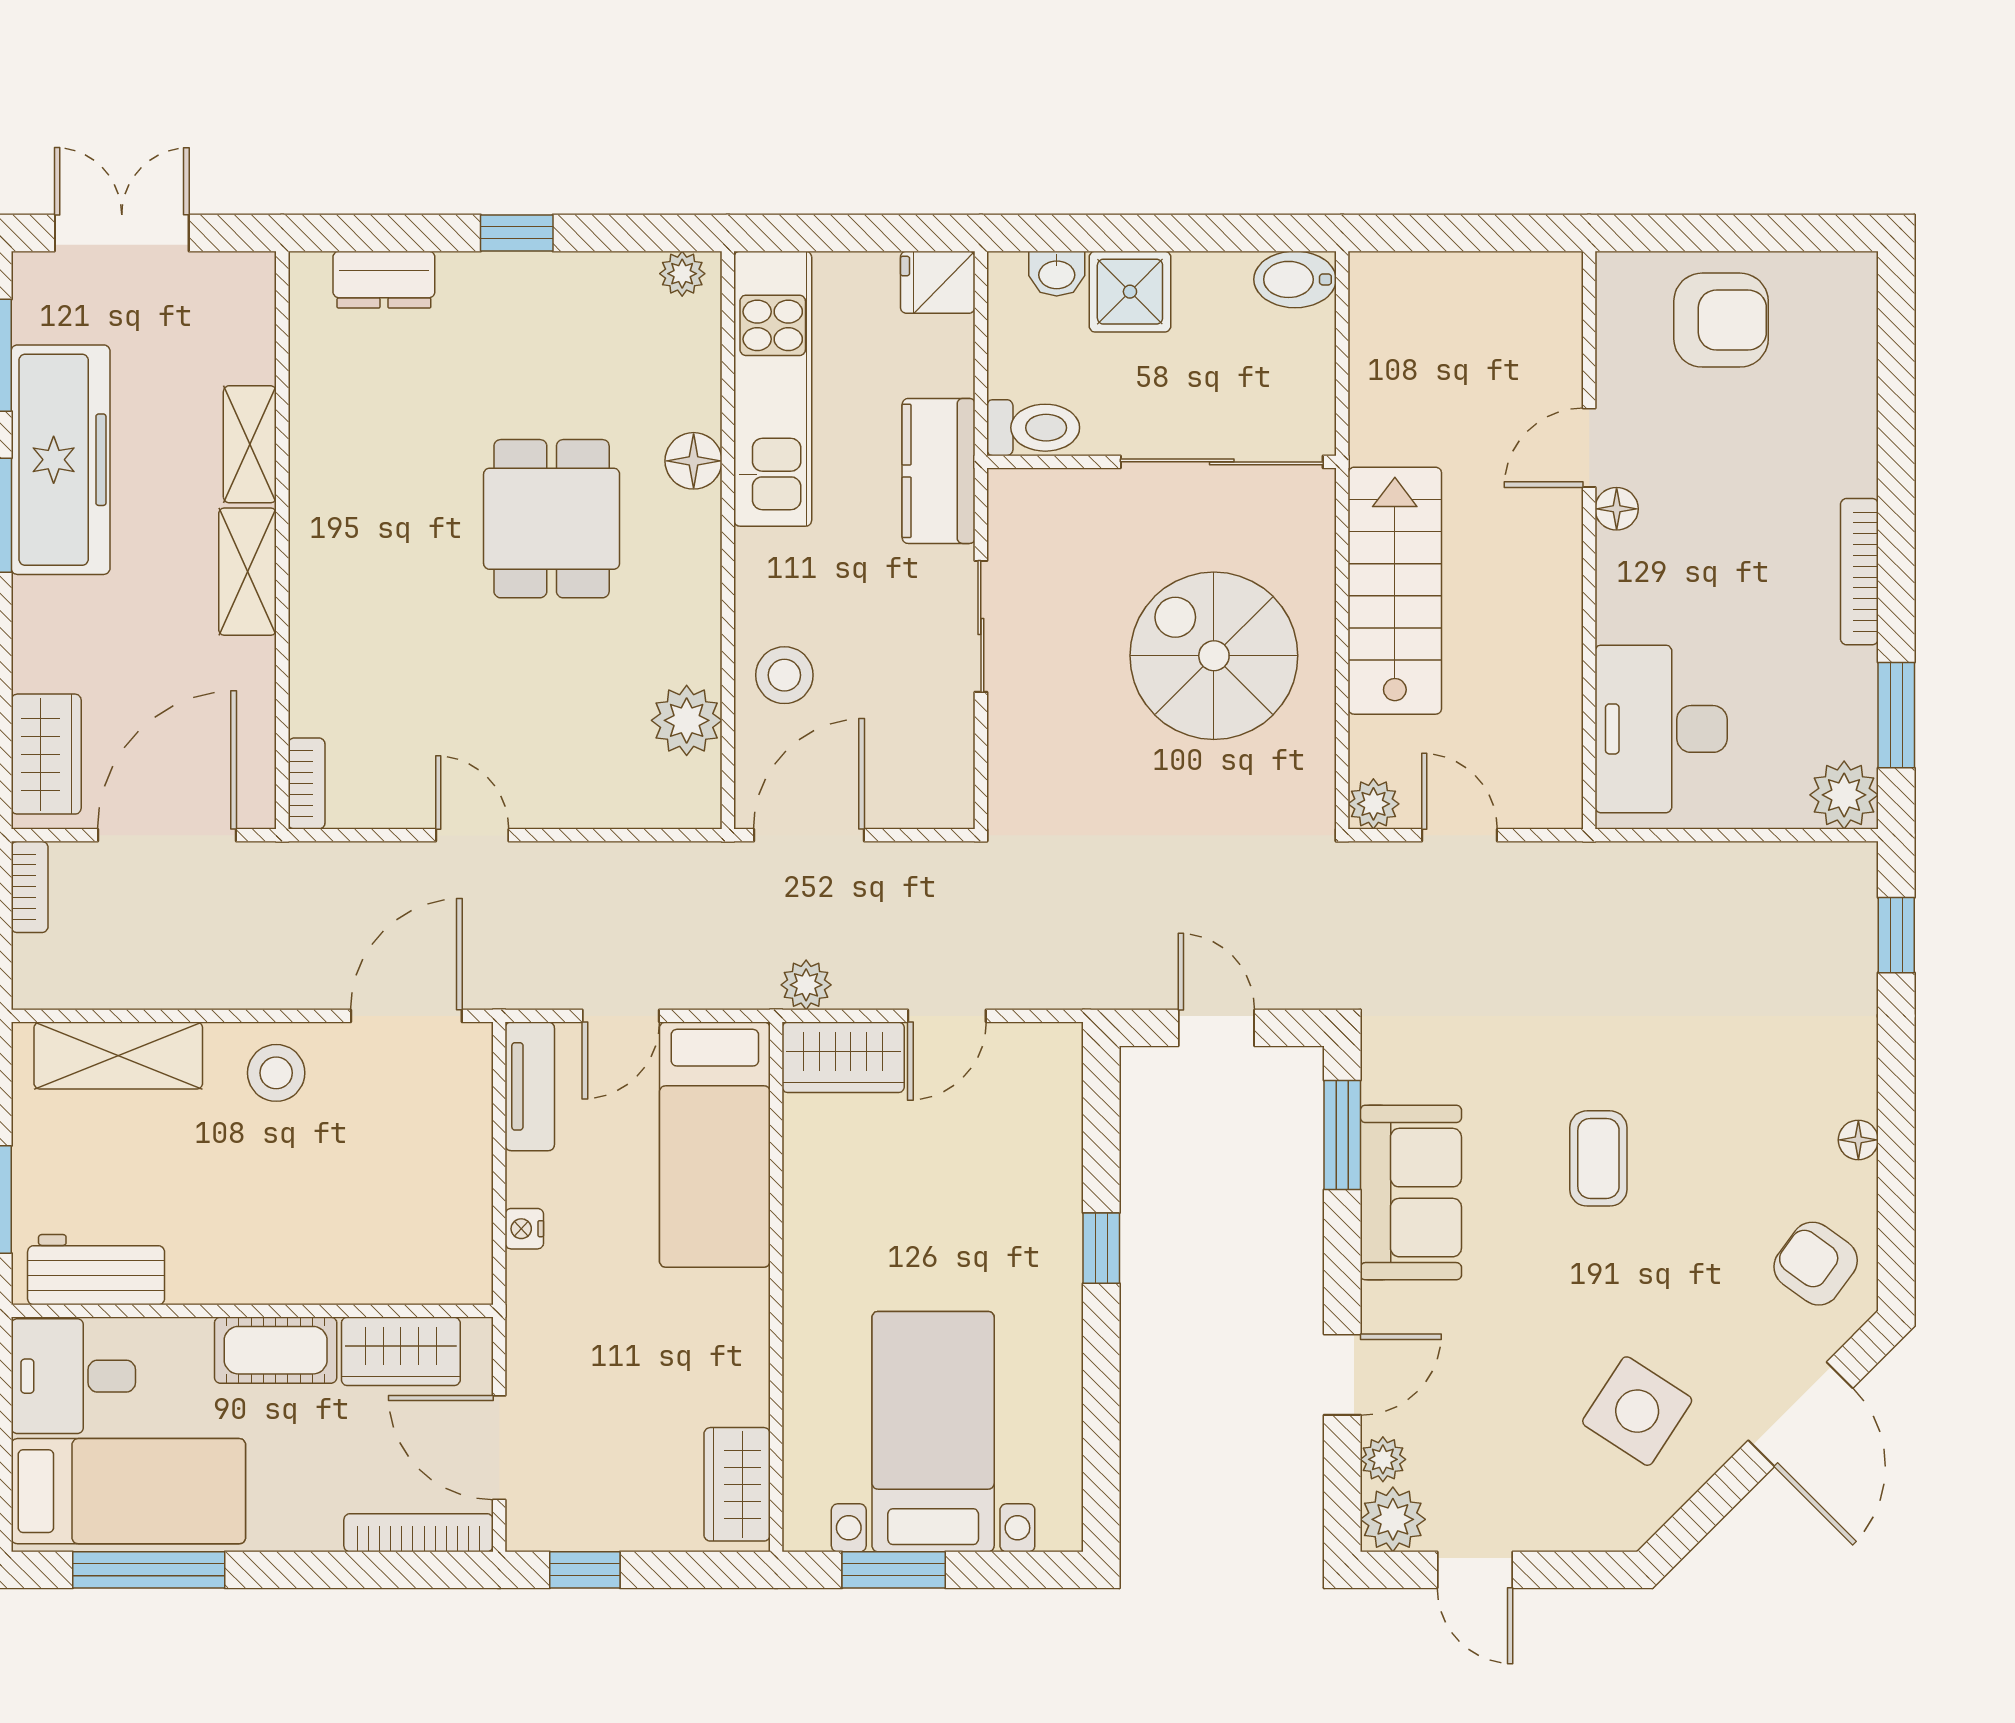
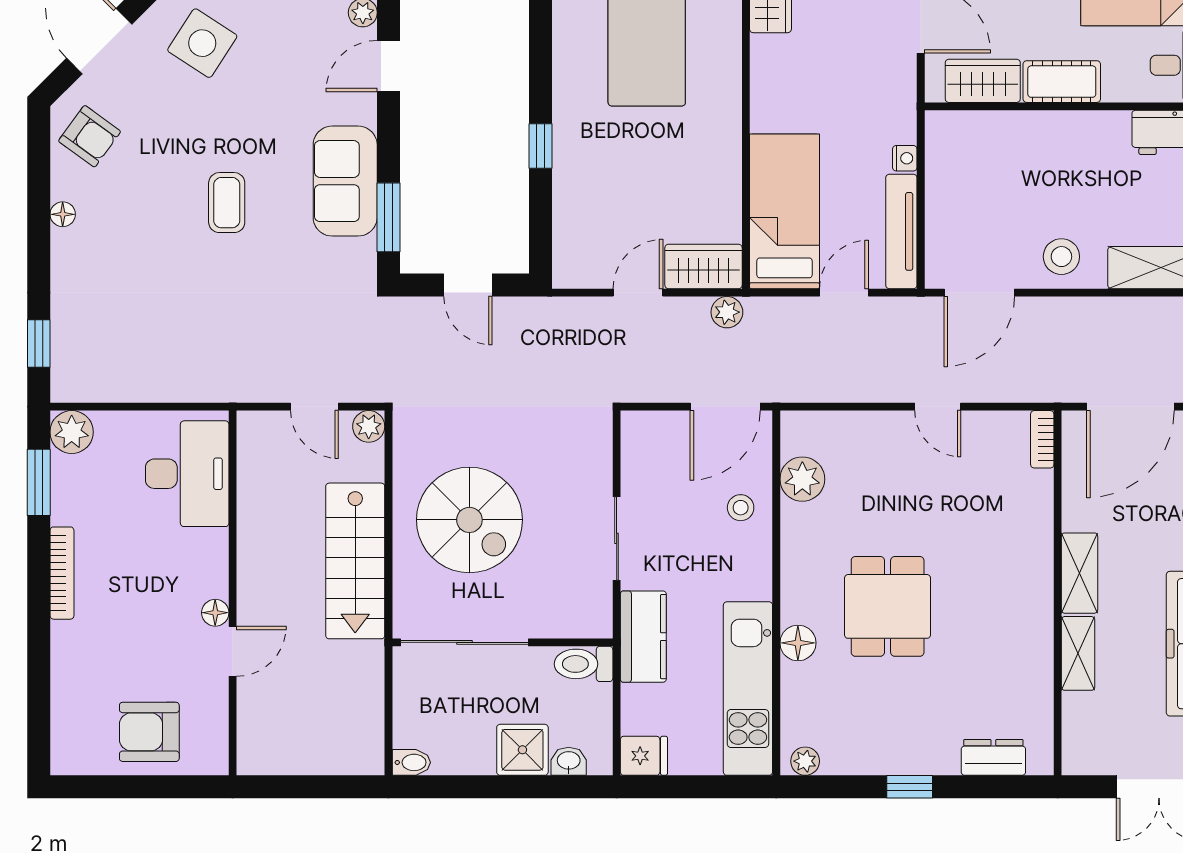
bidet: (1295, 279) -> (411, 762), width x0.72, depth x0.74
stool: (784, 675) -> (741, 508), width x0.73, depth x0.73
tv unit: (530, 1086) -> (901, 231), width x1.41

